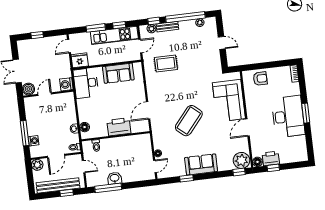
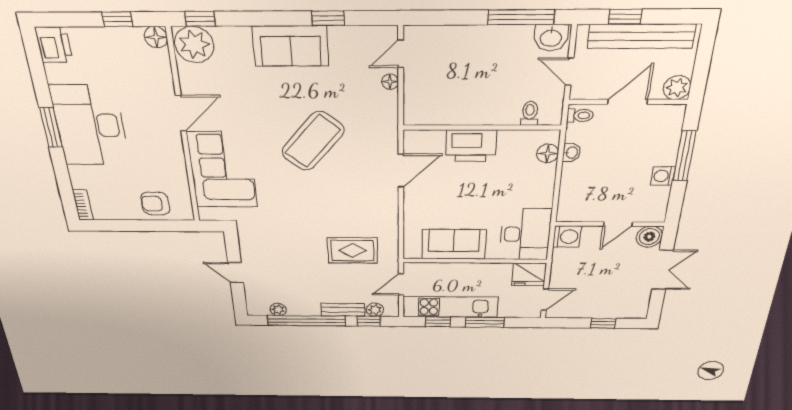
washing machine: (34, 141) -> (663, 176), moved
printer: (271, 158) -> (54, 45), moved, turned -90
washbasin: (115, 178) -> (551, 38), moved

